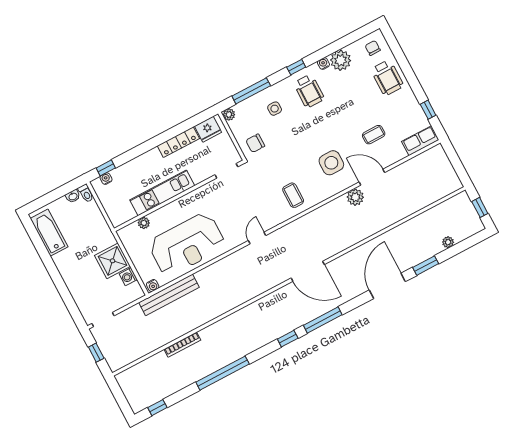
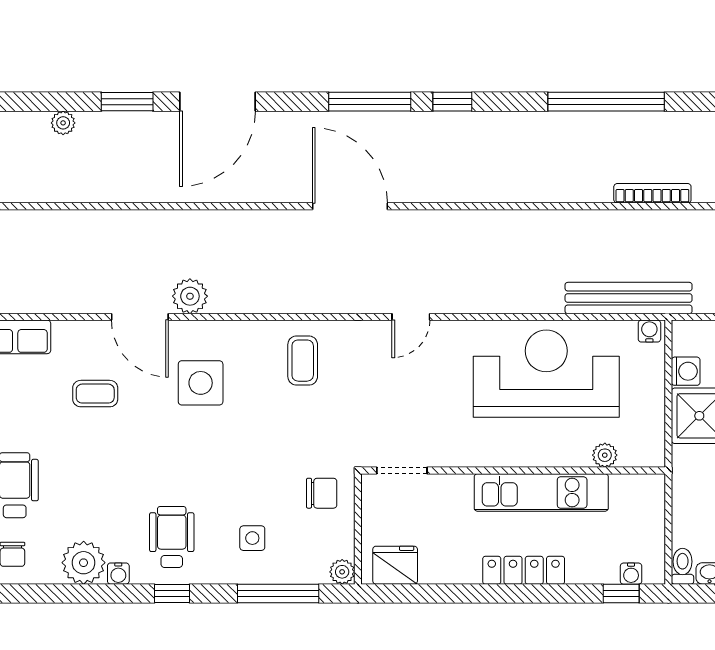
locker: (178, 142) -> (524, 570), moved

